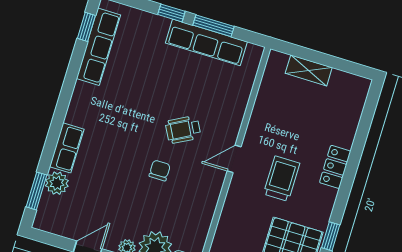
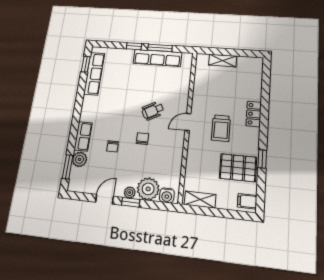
chair: (111, 173) -> (113, 146), added
trolley: (282, 179) -> (221, 128), turned 180

